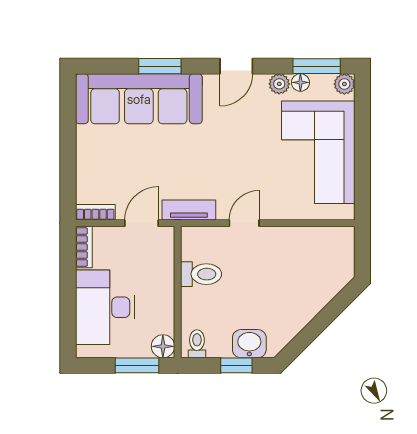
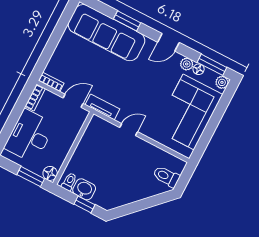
toilet: (201, 274) -> (166, 177), moved, turned 180
washbasin: (249, 344) -> (84, 189), moved

